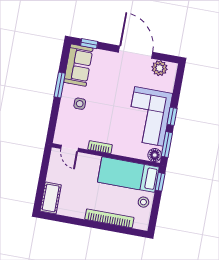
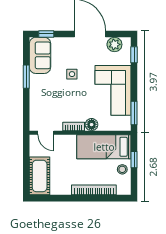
side table: (80, 104) -> (72, 74), moved
window: (172, 116) -> (134, 55), moved
floor lamp: (155, 155) -> (92, 125), moved
window: (160, 182) -> (134, 160), moved
cot: (51, 198) -> (40, 176), width x1.37, depth x1.34

